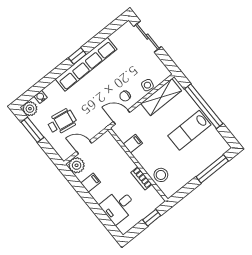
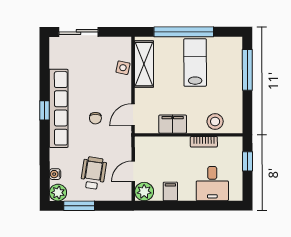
chair: (125, 96) -> (95, 118), moved
lab bench: (189, 130) -> (195, 62), turned 180
filing cabinet: (133, 144) -> (173, 124), width x2.00

